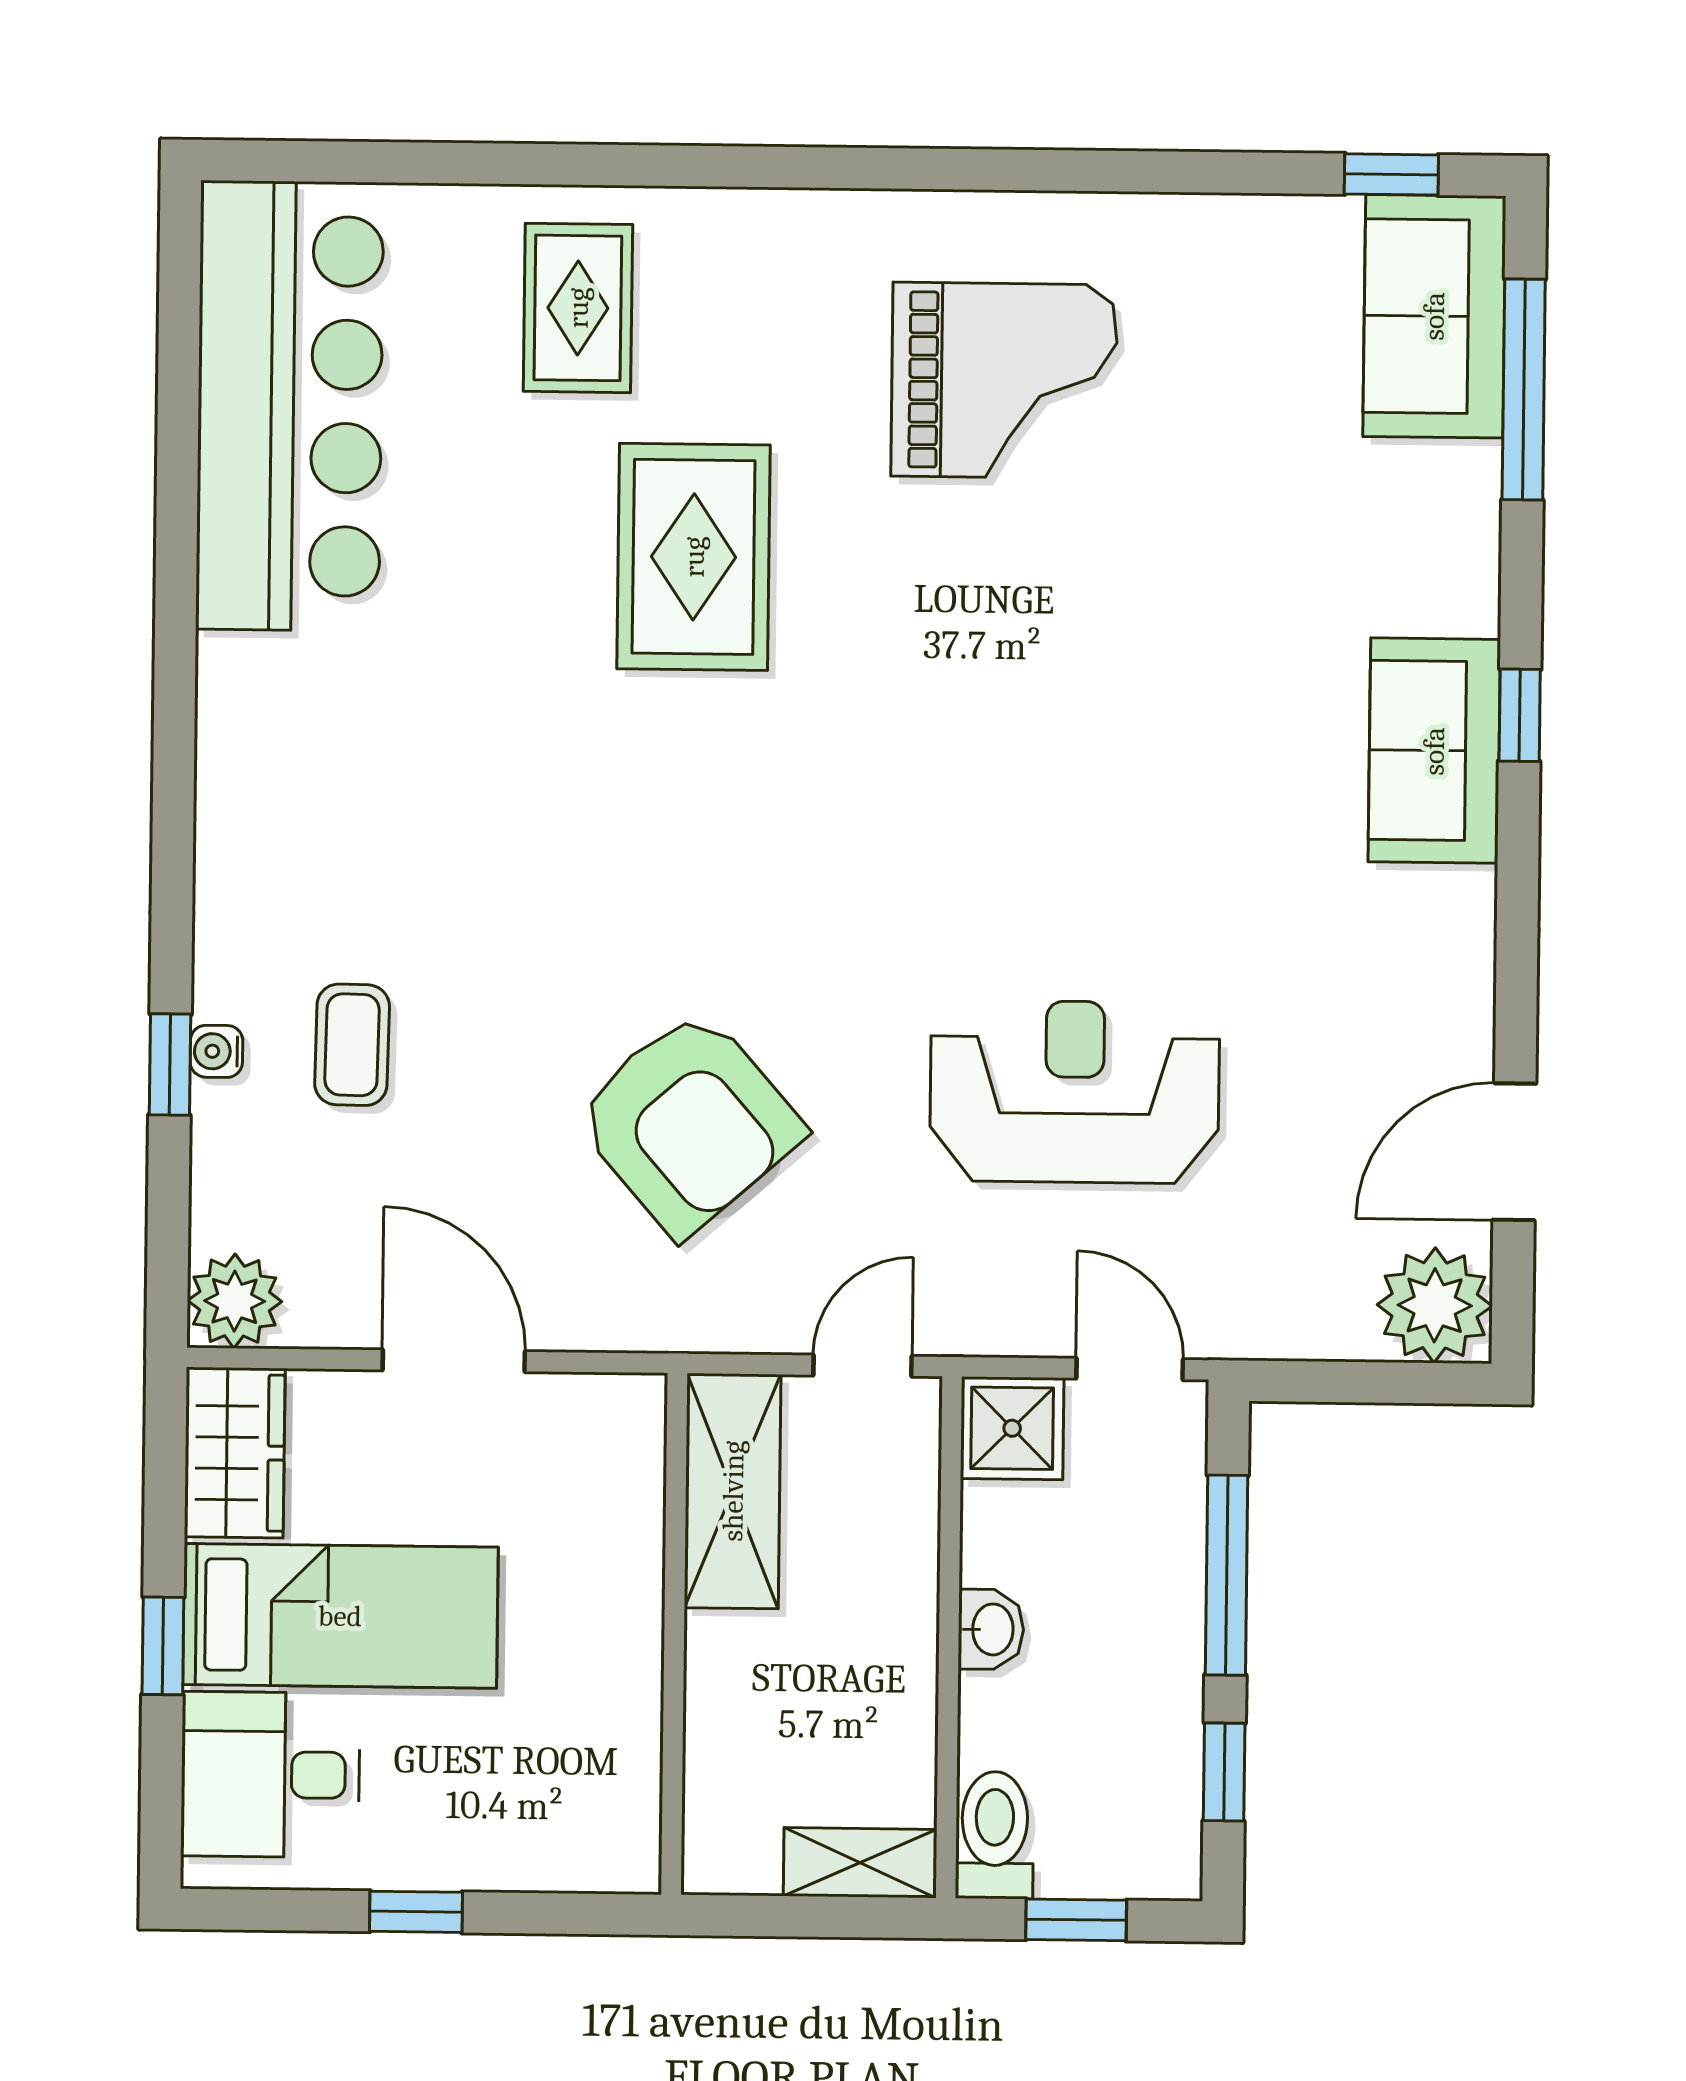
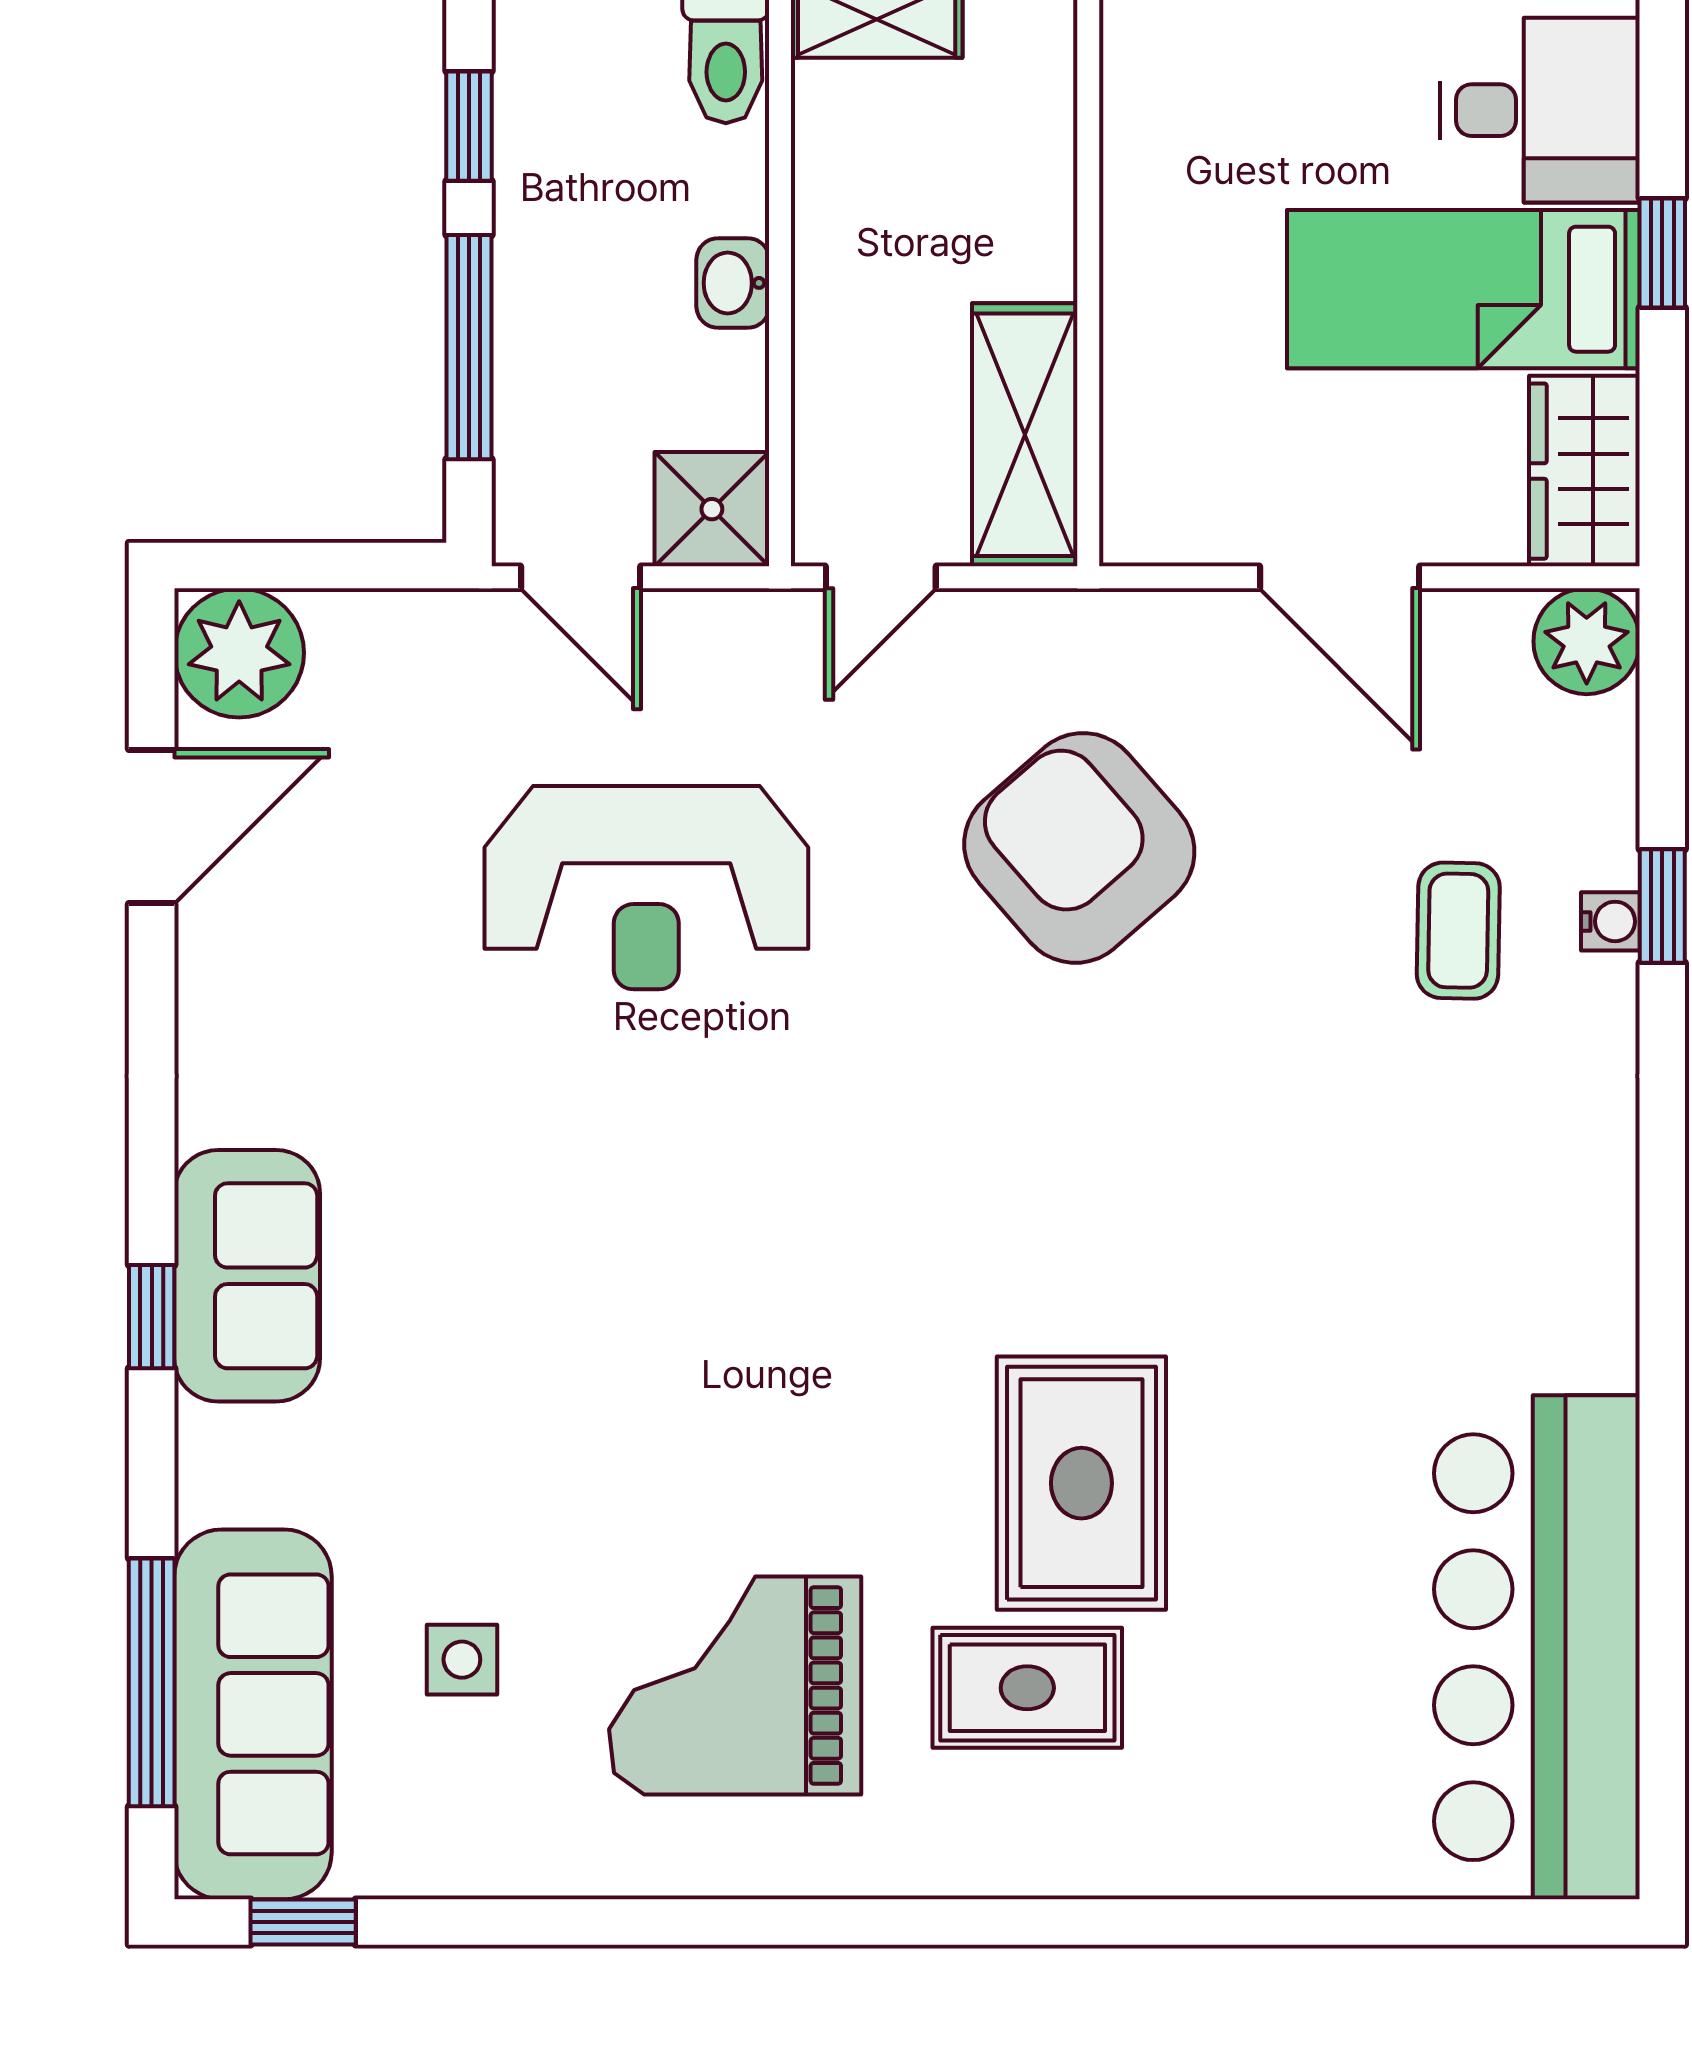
rug: (578, 308) -> (1027, 1688), moved, turned 90
sofa: (1434, 316) -> (253, 1714), width x1.36
side table: (1247, 406) -> (462, 1660), added

